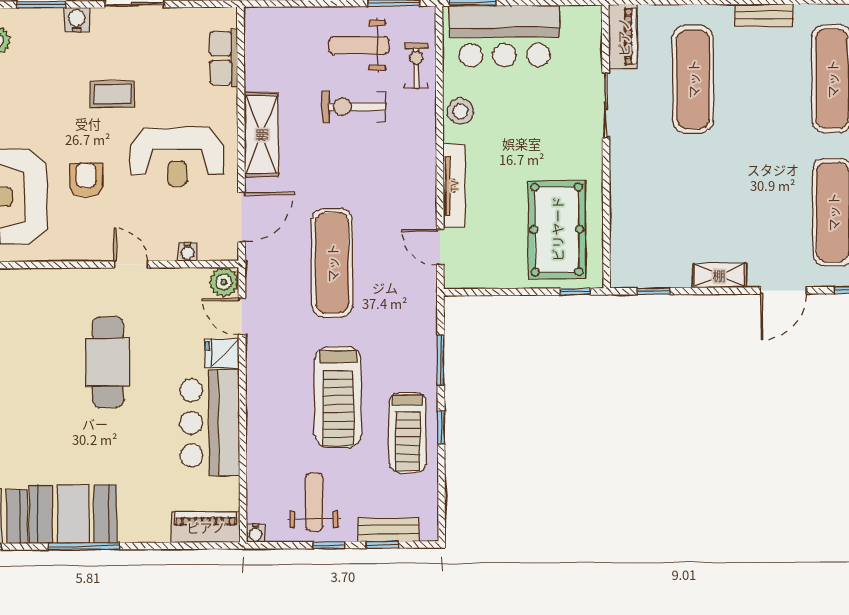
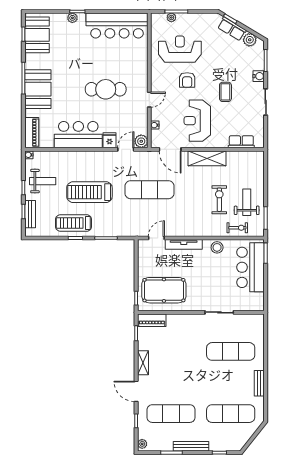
piano: (623, 37) -> (152, 320), moved
armchair: (86, 180) -> (187, 80), turned 90
booth: (73, 514) -> (38, 89), moved

